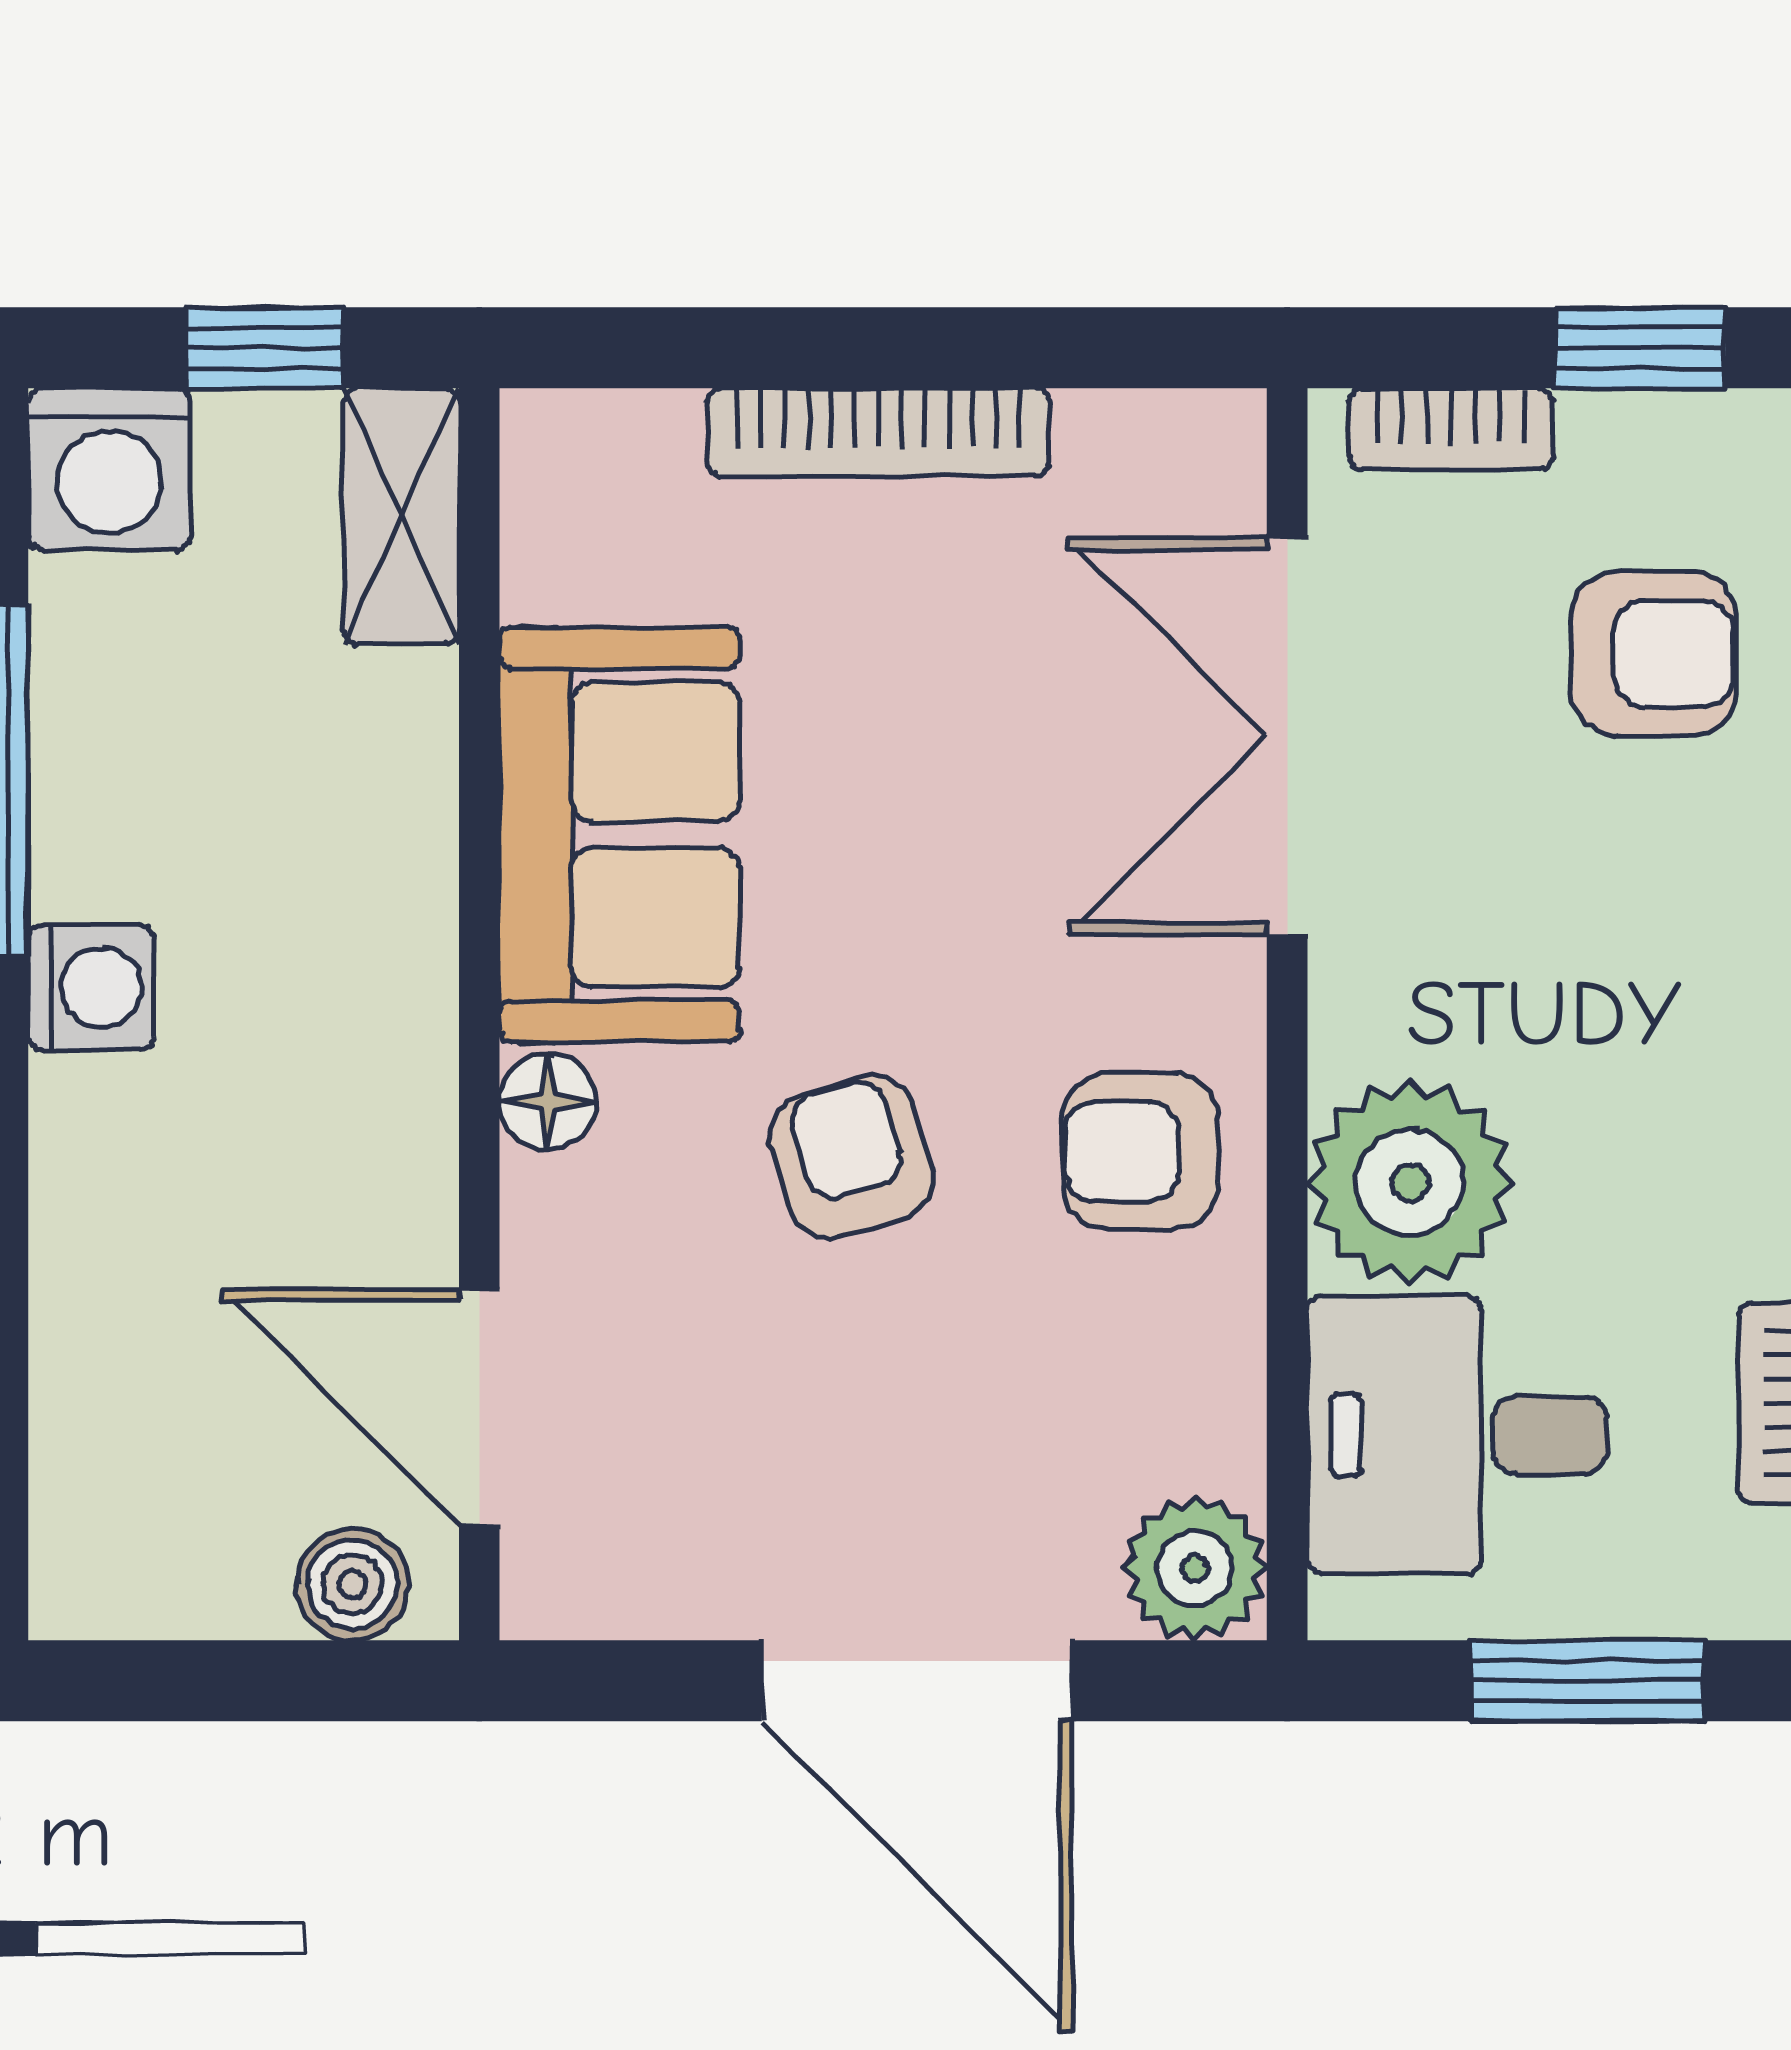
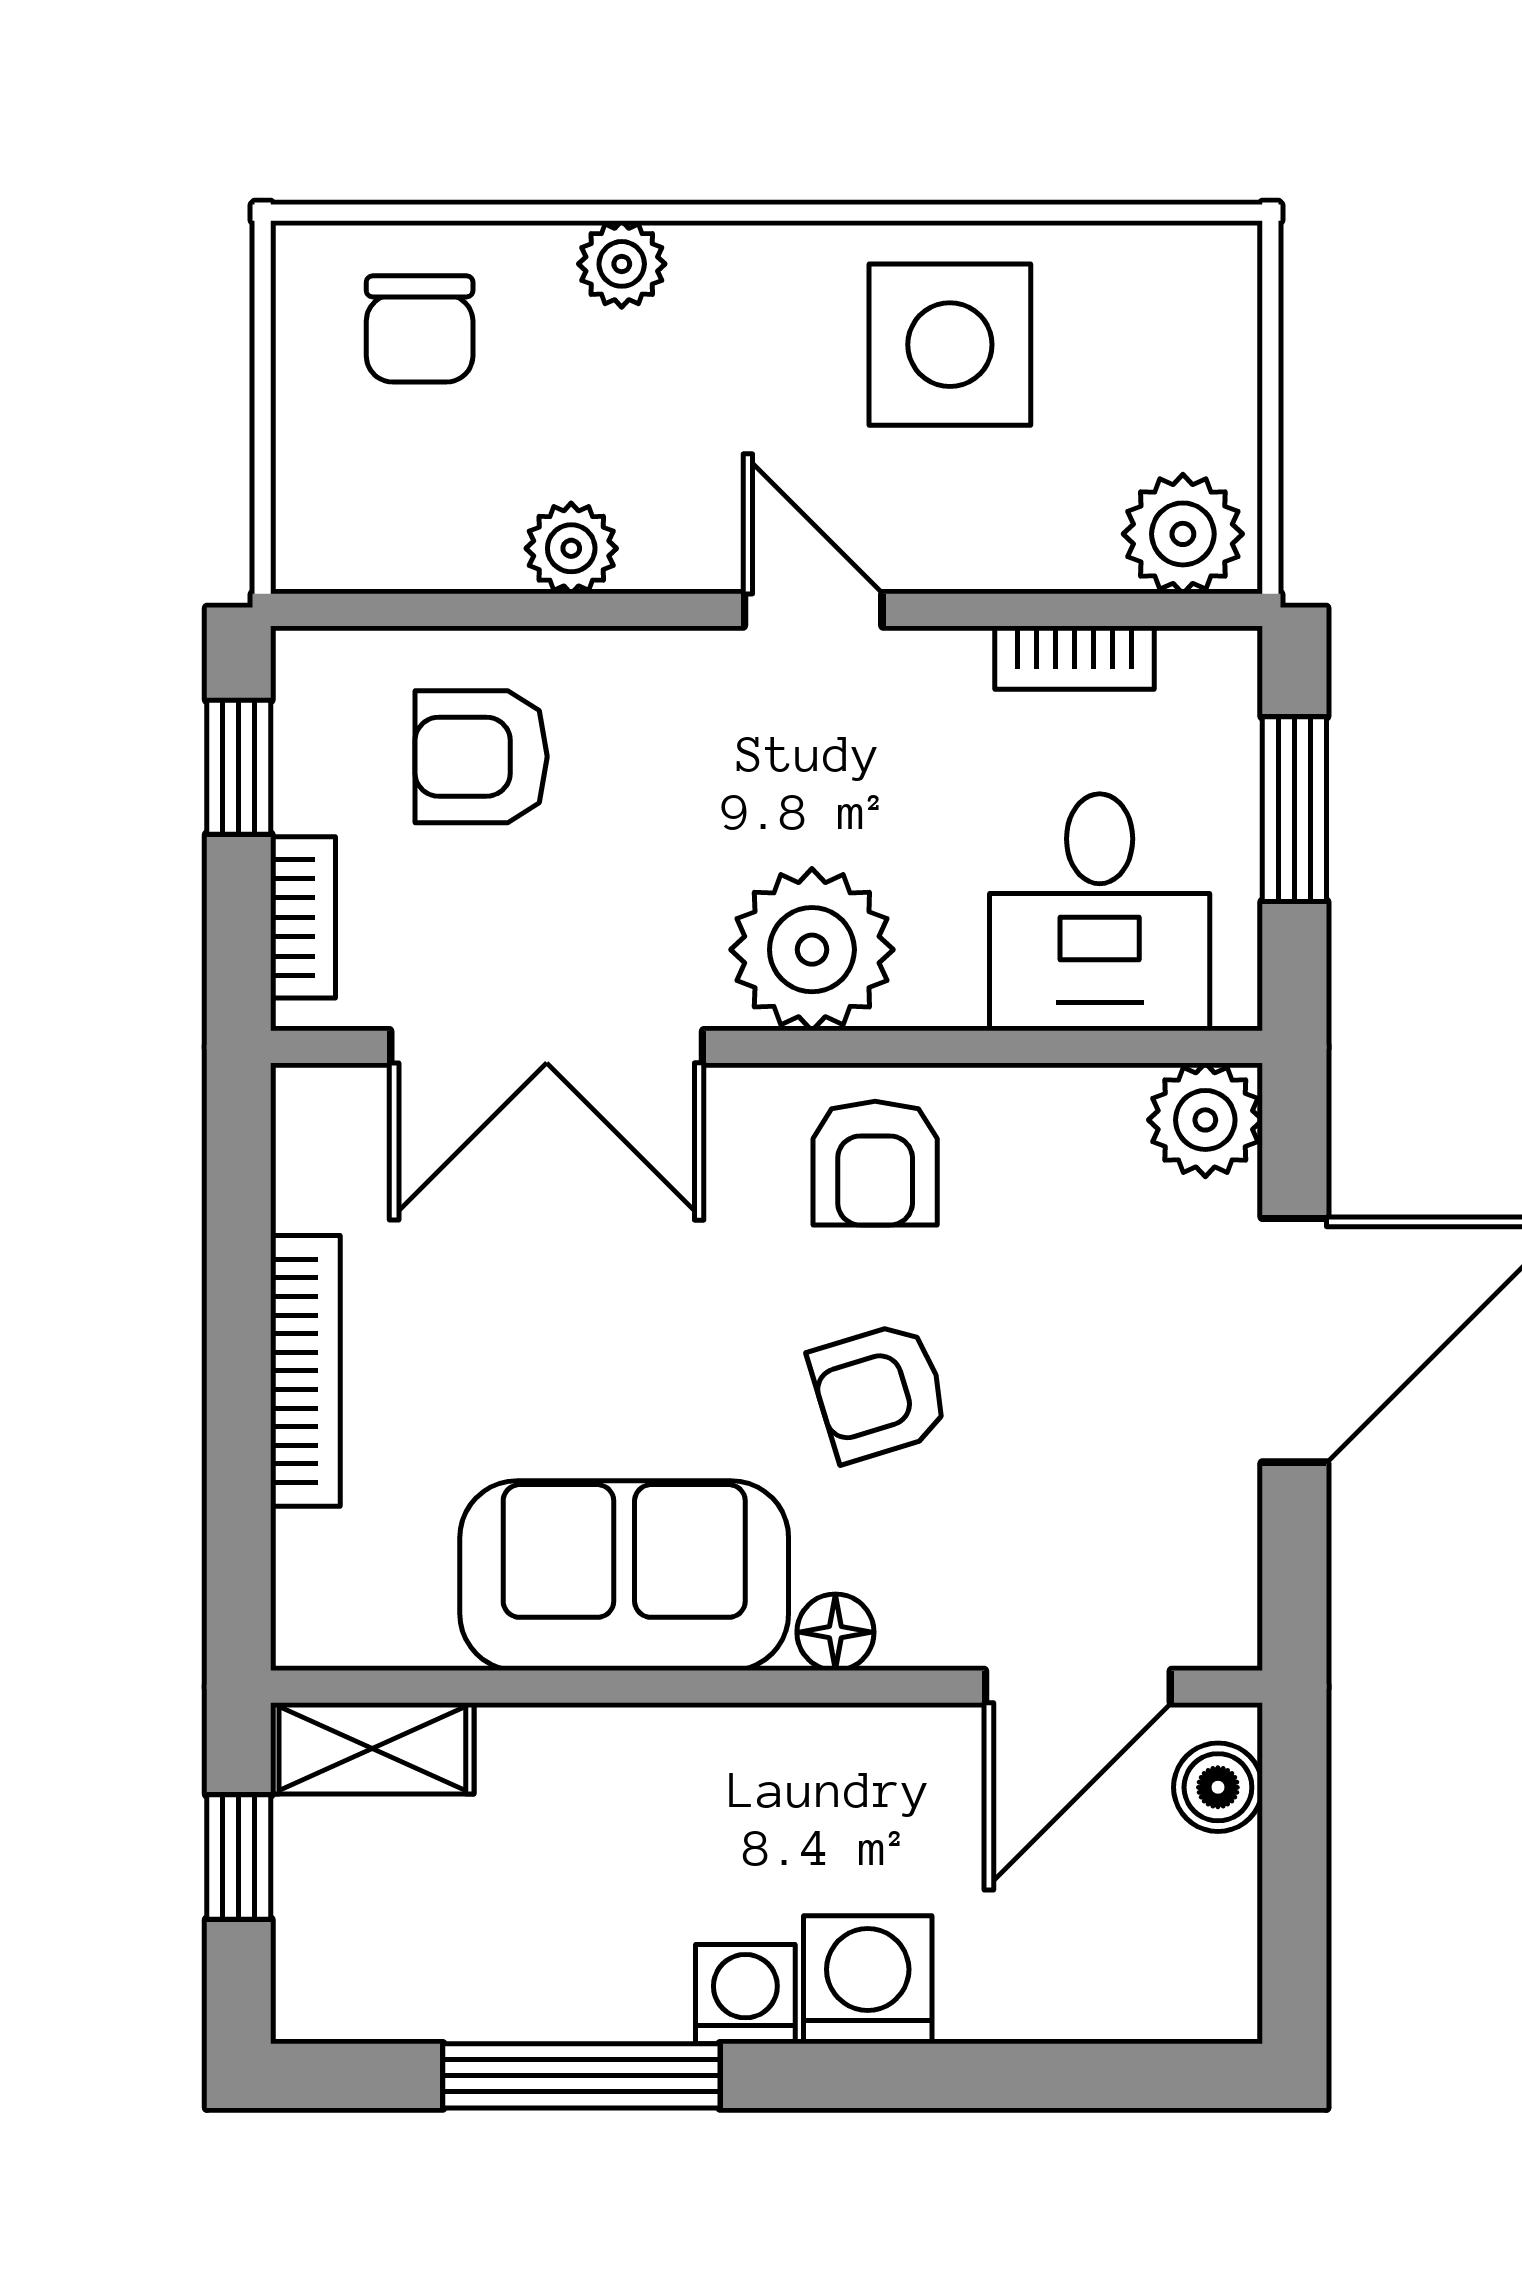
washing machine: (109, 469) -> (868, 1980), moved, turned -90
armchair: (1654, 654) -> (481, 757), turned -90
plant: (1410, 1183) -> (812, 950), moved

